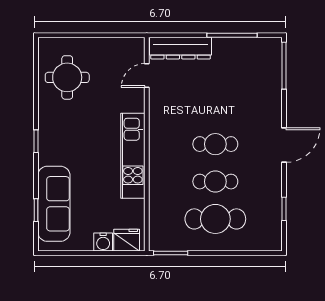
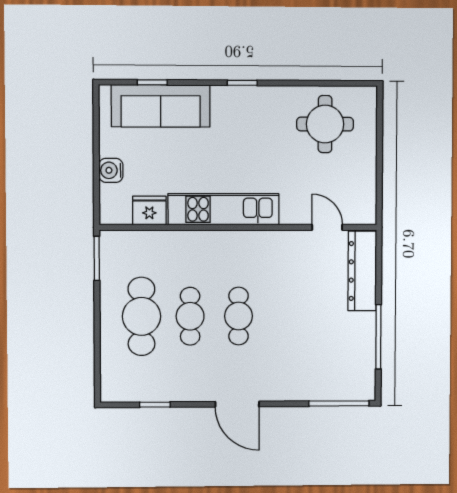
fridge: (127, 240) -> (149, 211), moved, turned -90

